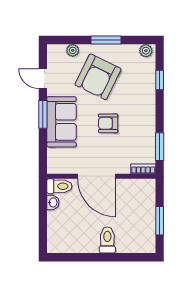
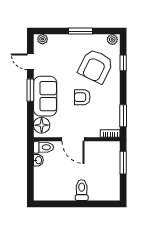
plant: (73, 50) -> (43, 39), moved
armchair: (98, 77) -> (96, 66), moved
floor lamp: (57, 158) -> (42, 125), added
door: (97, 176) -> (73, 139), width x0.73
window: (160, 221) -> (123, 163), moved

